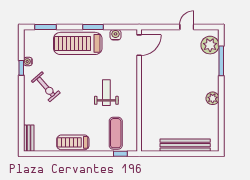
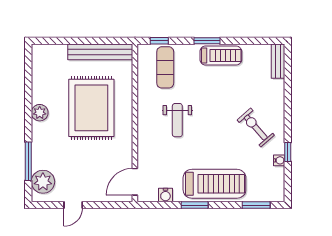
rug: (173, 102) -> (91, 108), added
bench: (185, 145) -> (100, 52), moved
window: (84, 154) -> (207, 41), added

